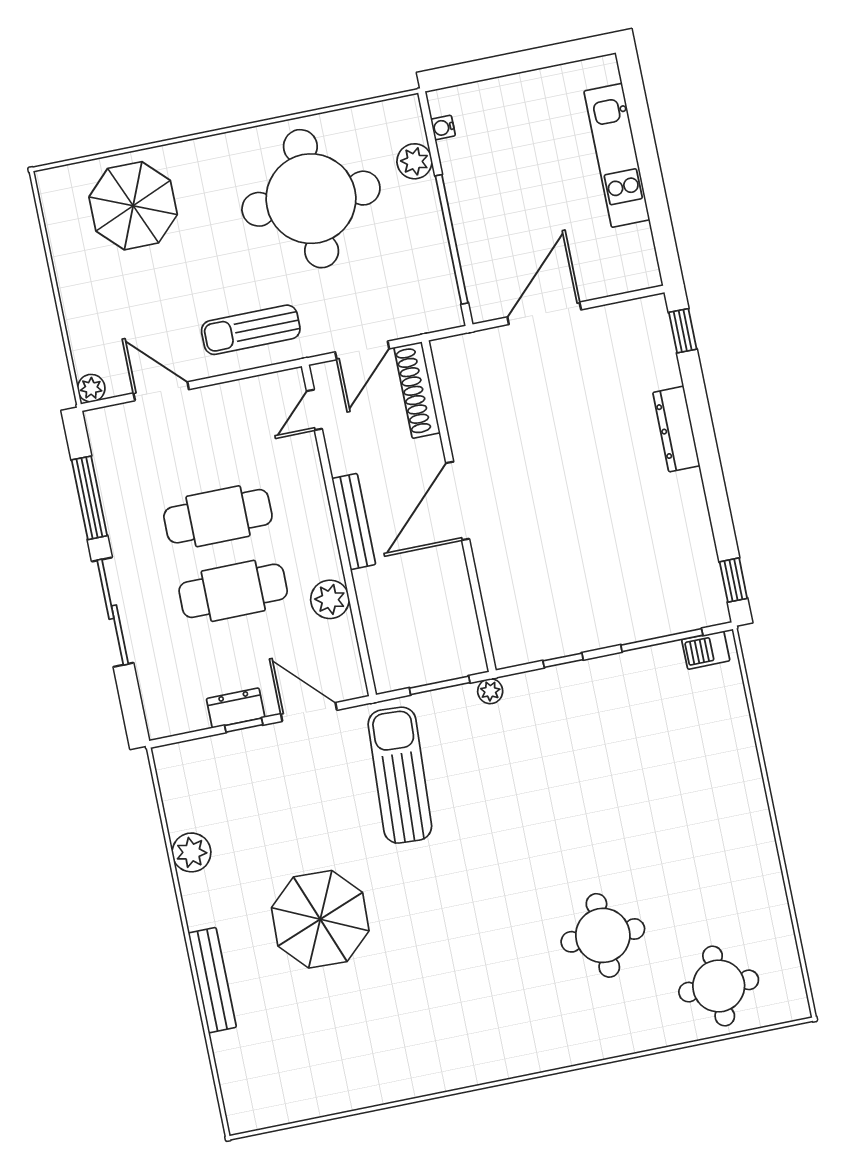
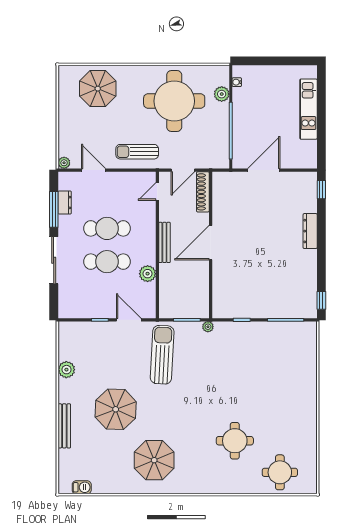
barbecue: (706, 650) -> (82, 487), moved, turned 180
dresser: (236, 708) -> (65, 203), moved, turned 90
parasol: (430, 1016) -> (154, 460), added

